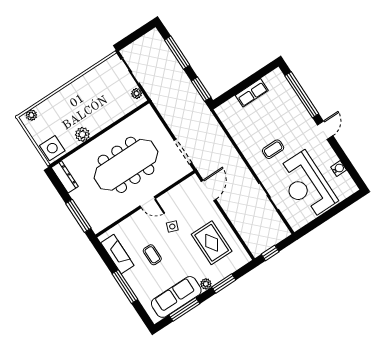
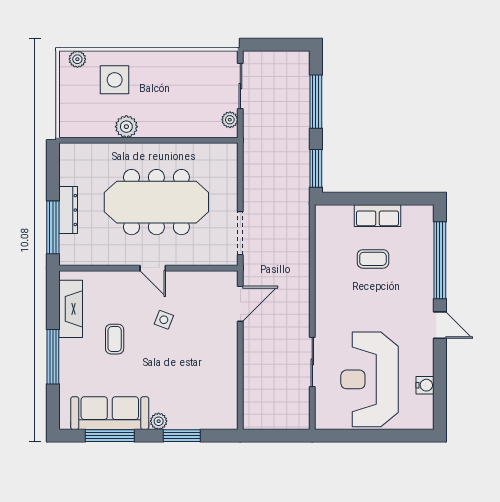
door: (325, 130) -> (440, 325), hinge flipped
side table: (52, 148) -> (115, 80), moved
coffee table: (273, 149) -> (373, 259), moved
dresser: (65, 177) -> (68, 210), moved
rug: (212, 243) -> (200, 374), removed
window: (270, 253) -> (267, 436), removed

